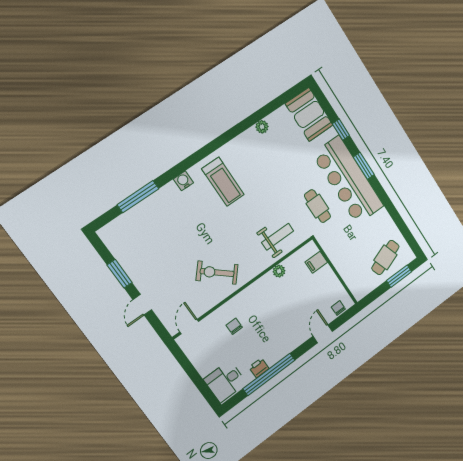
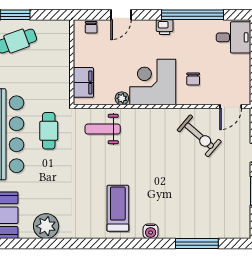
plant: (262, 127) -> (46, 226), width x1.87, depth x1.87
filing cabinet: (316, 262) -> (83, 82), width x2.00
exercise bike: (217, 273) -> (199, 136), moved
corner desk: (264, 301) -> (153, 82), added
printer: (259, 368) -> (165, 27), moved

